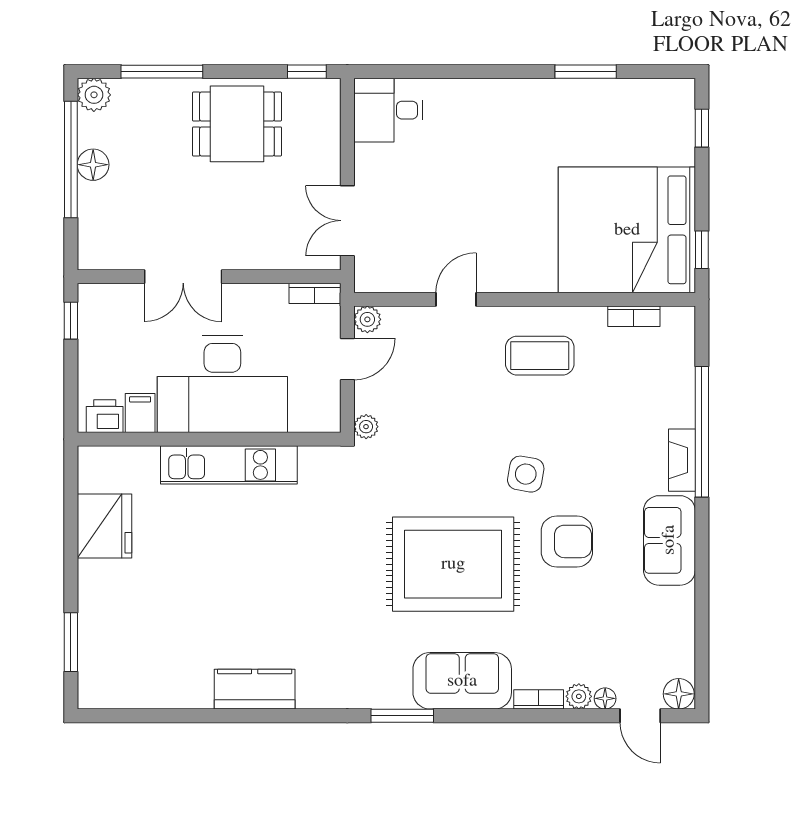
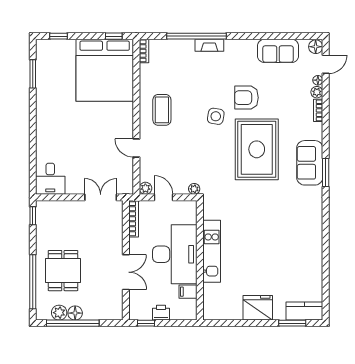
window: (162, 72) -> (33, 282), width x1.46
window: (586, 72) -> (33, 74), moved
plant: (94, 95) -> (59, 313), moved
dining table: (237, 124) -> (63, 271), moved
double door: (347, 221) -> (101, 197), swing flipped
bookcase: (315, 293) -> (134, 219), width x1.56
bookcase: (634, 316) -> (144, 51), moved
printer: (105, 416) -> (161, 313), moved, turned 90
fridge: (104, 526) -> (258, 308), moved
sofa: (669, 540) -> (278, 51), moved
armchair: (567, 541) -> (246, 98), turned -90
sofa: (462, 681) -> (310, 163), moved
kitchen counter: (255, 689) -> (304, 311), moved, turned 90

